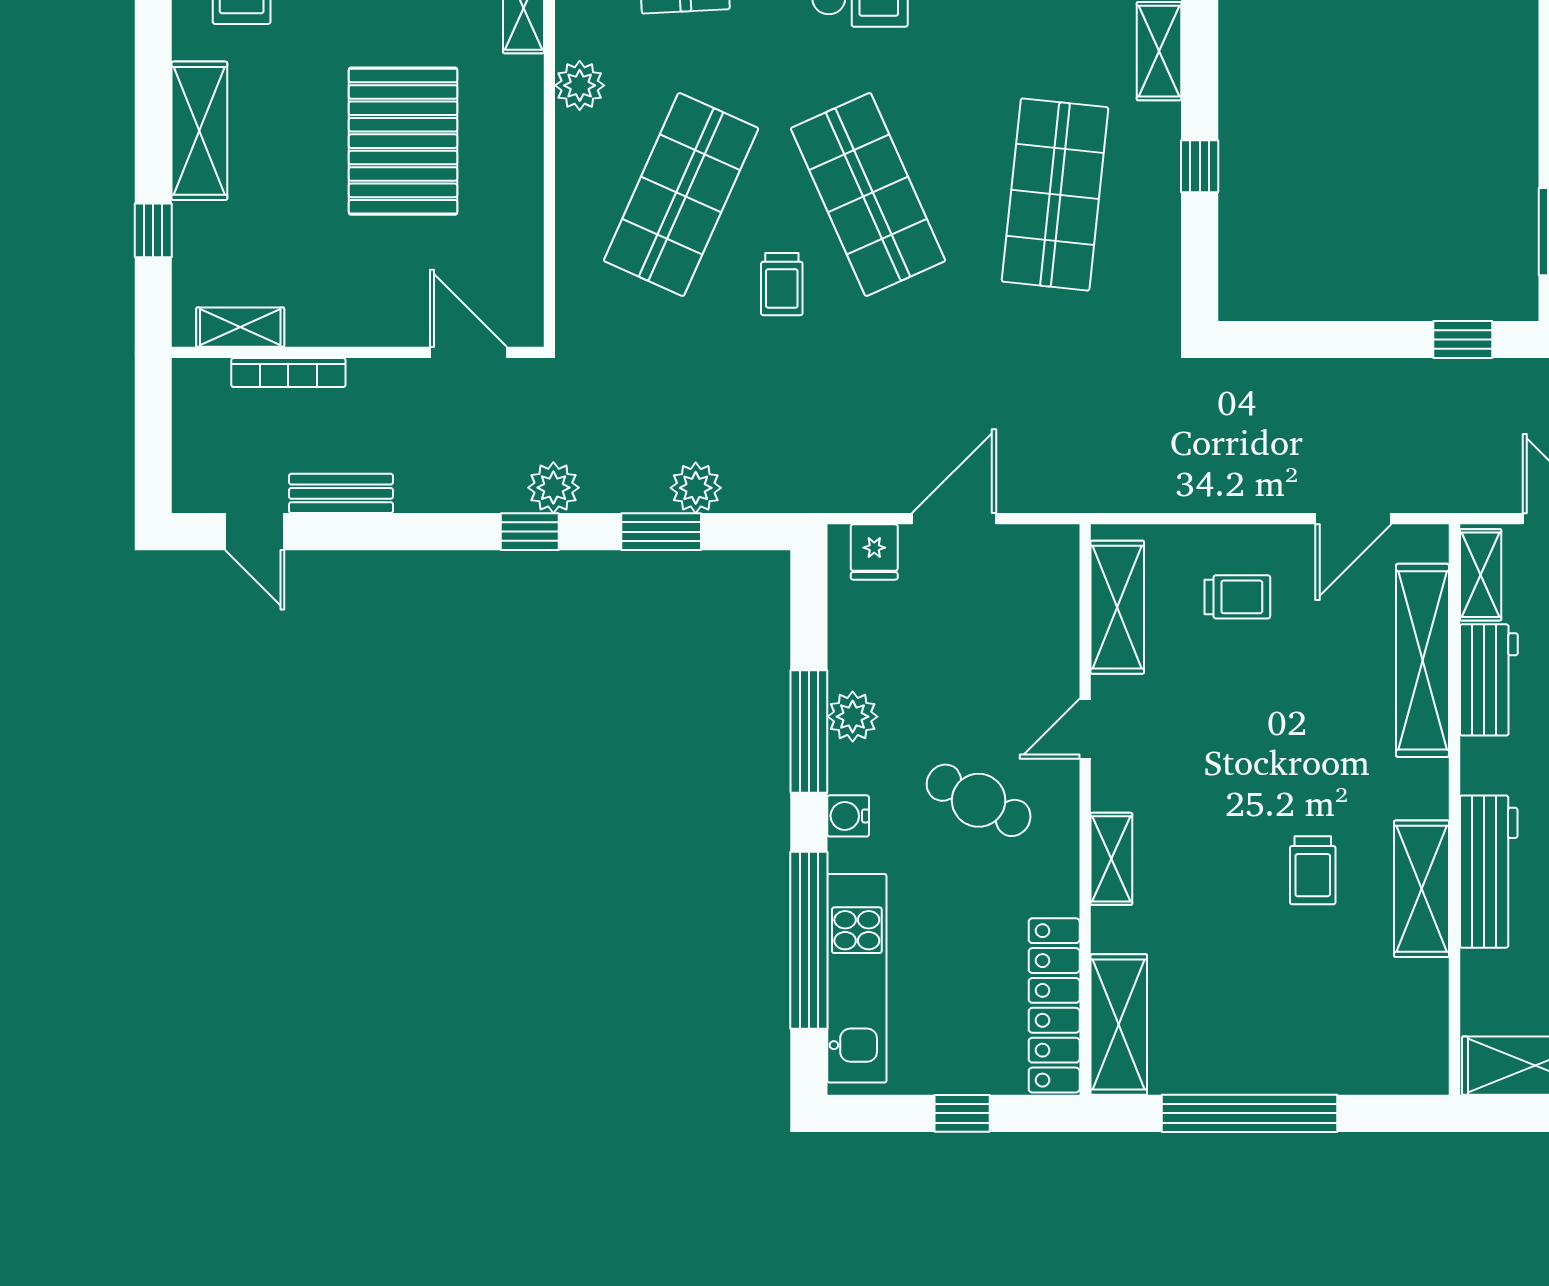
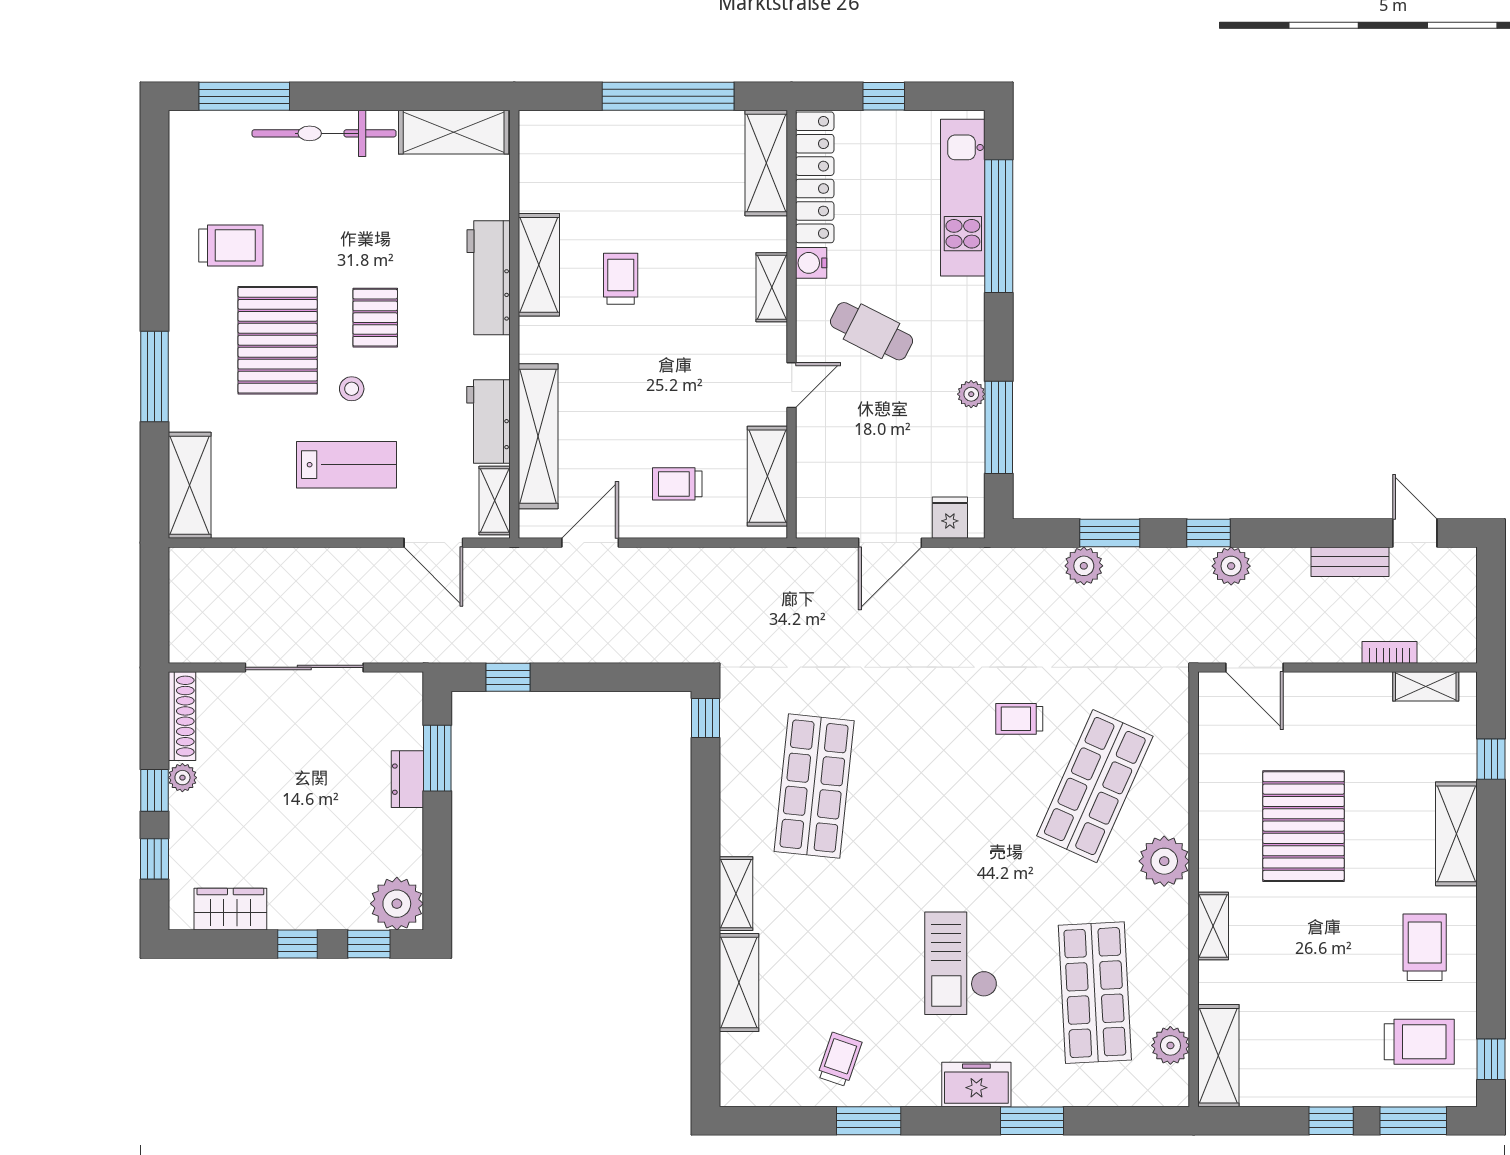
plant: (580, 85) -> (1164, 861), width x1.36, depth x1.36
window: (1200, 166) -> (706, 718), moved
shop shelf: (868, 194) -> (954, 786), removed
trolley: (782, 284) -> (1019, 719), turned -90
bookcase: (288, 373) -> (1390, 652), width x0.64
plant: (553, 488) -> (1231, 566), moved
plant: (853, 717) -> (971, 394), width x0.73, depth x0.73
window: (809, 732) -> (999, 427), moved
water cooler: (848, 816) -> (811, 263), moved, turned 180

